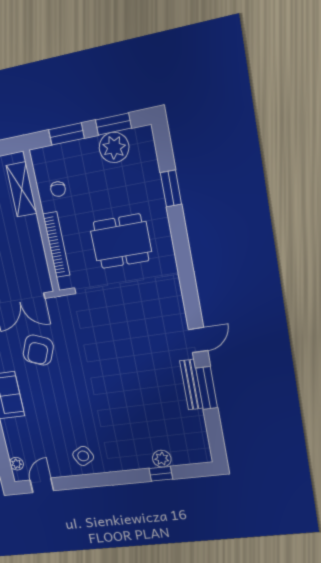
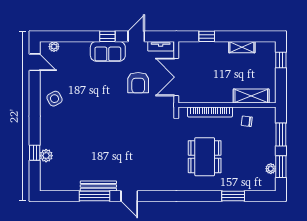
plant: (114, 147) -> (271, 169), width x0.53, depth x0.53
armchair: (38, 350) -> (138, 83), turned -112

